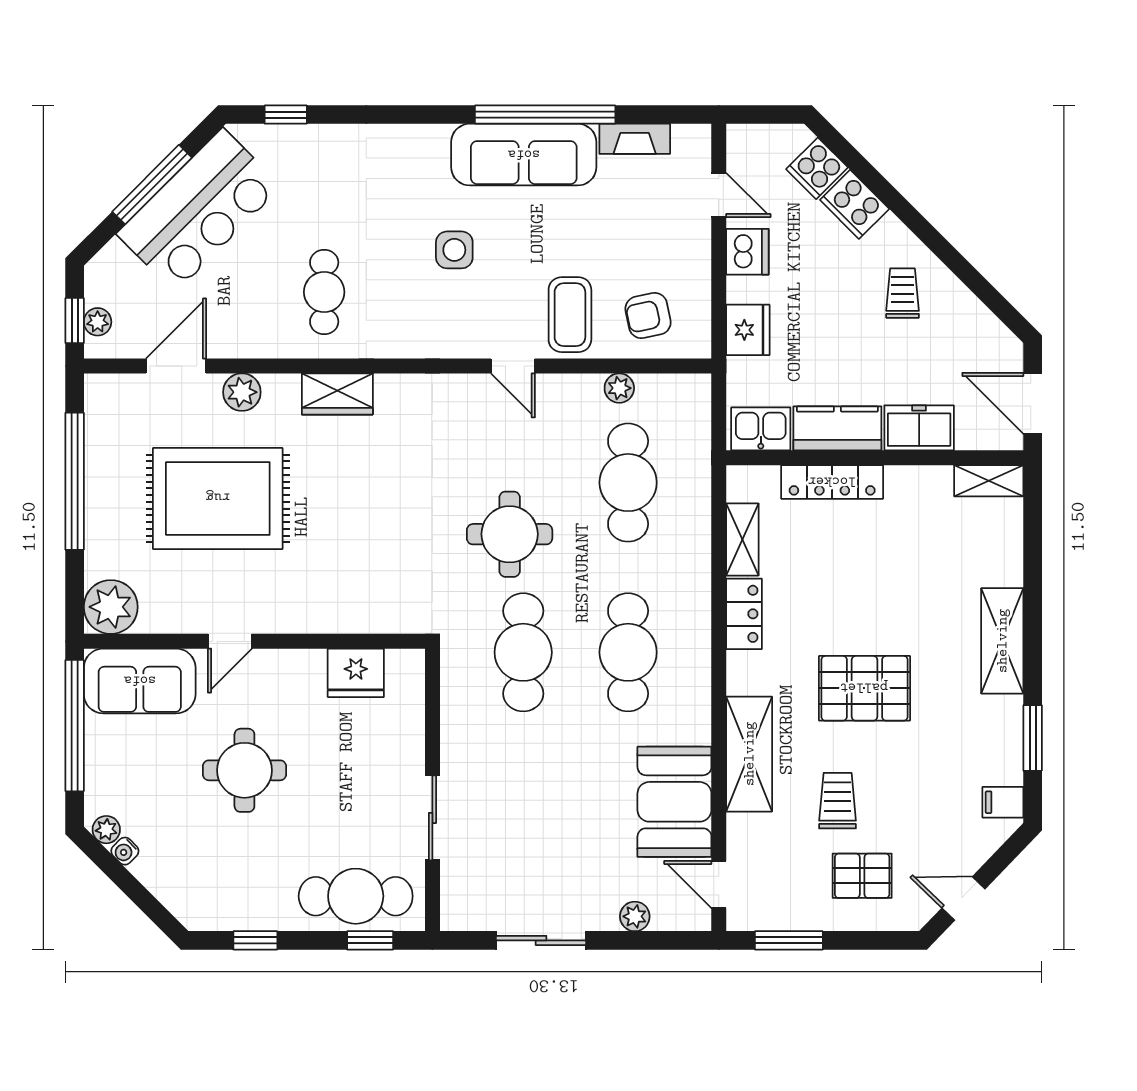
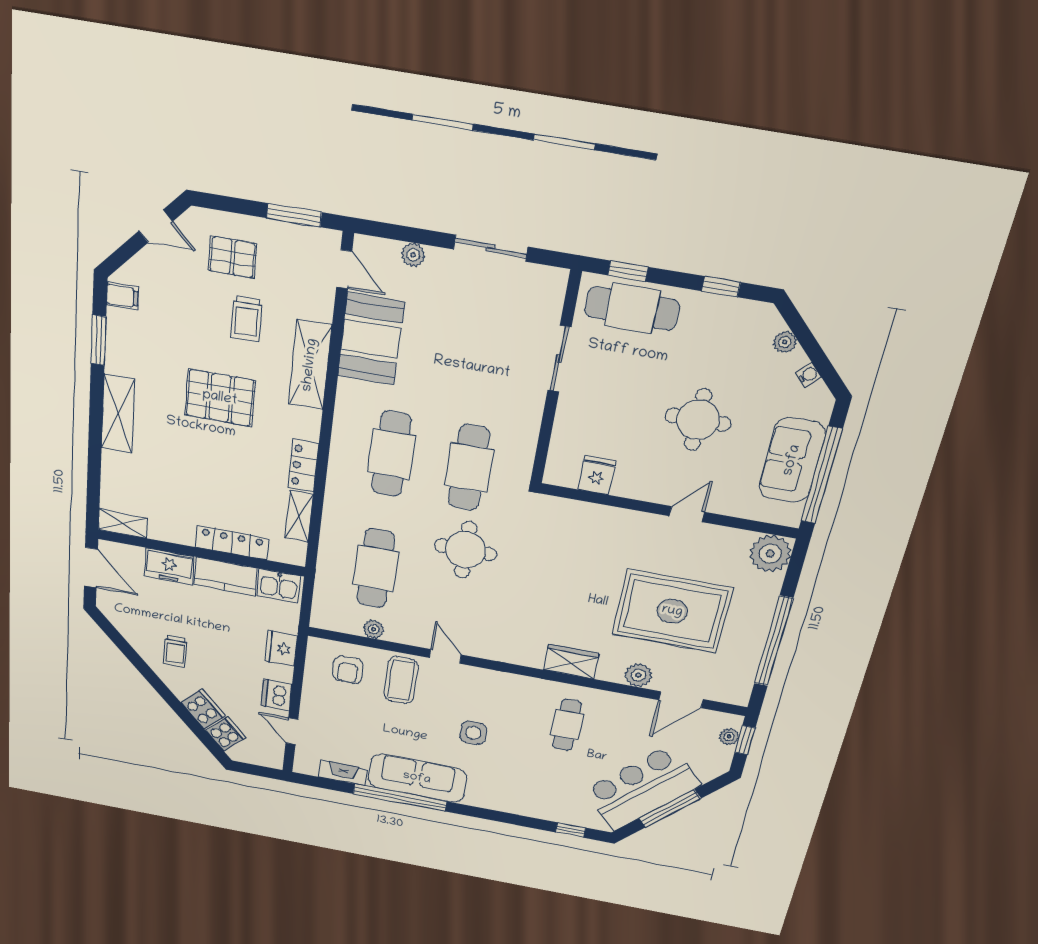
armchair: (648, 316) -> (348, 670), turned 102
fridge: (356, 673) -> (597, 475), width x0.72
sofa: (140, 681) -> (792, 460), moved, turned -90
plant: (106, 830) -> (785, 342), moved

